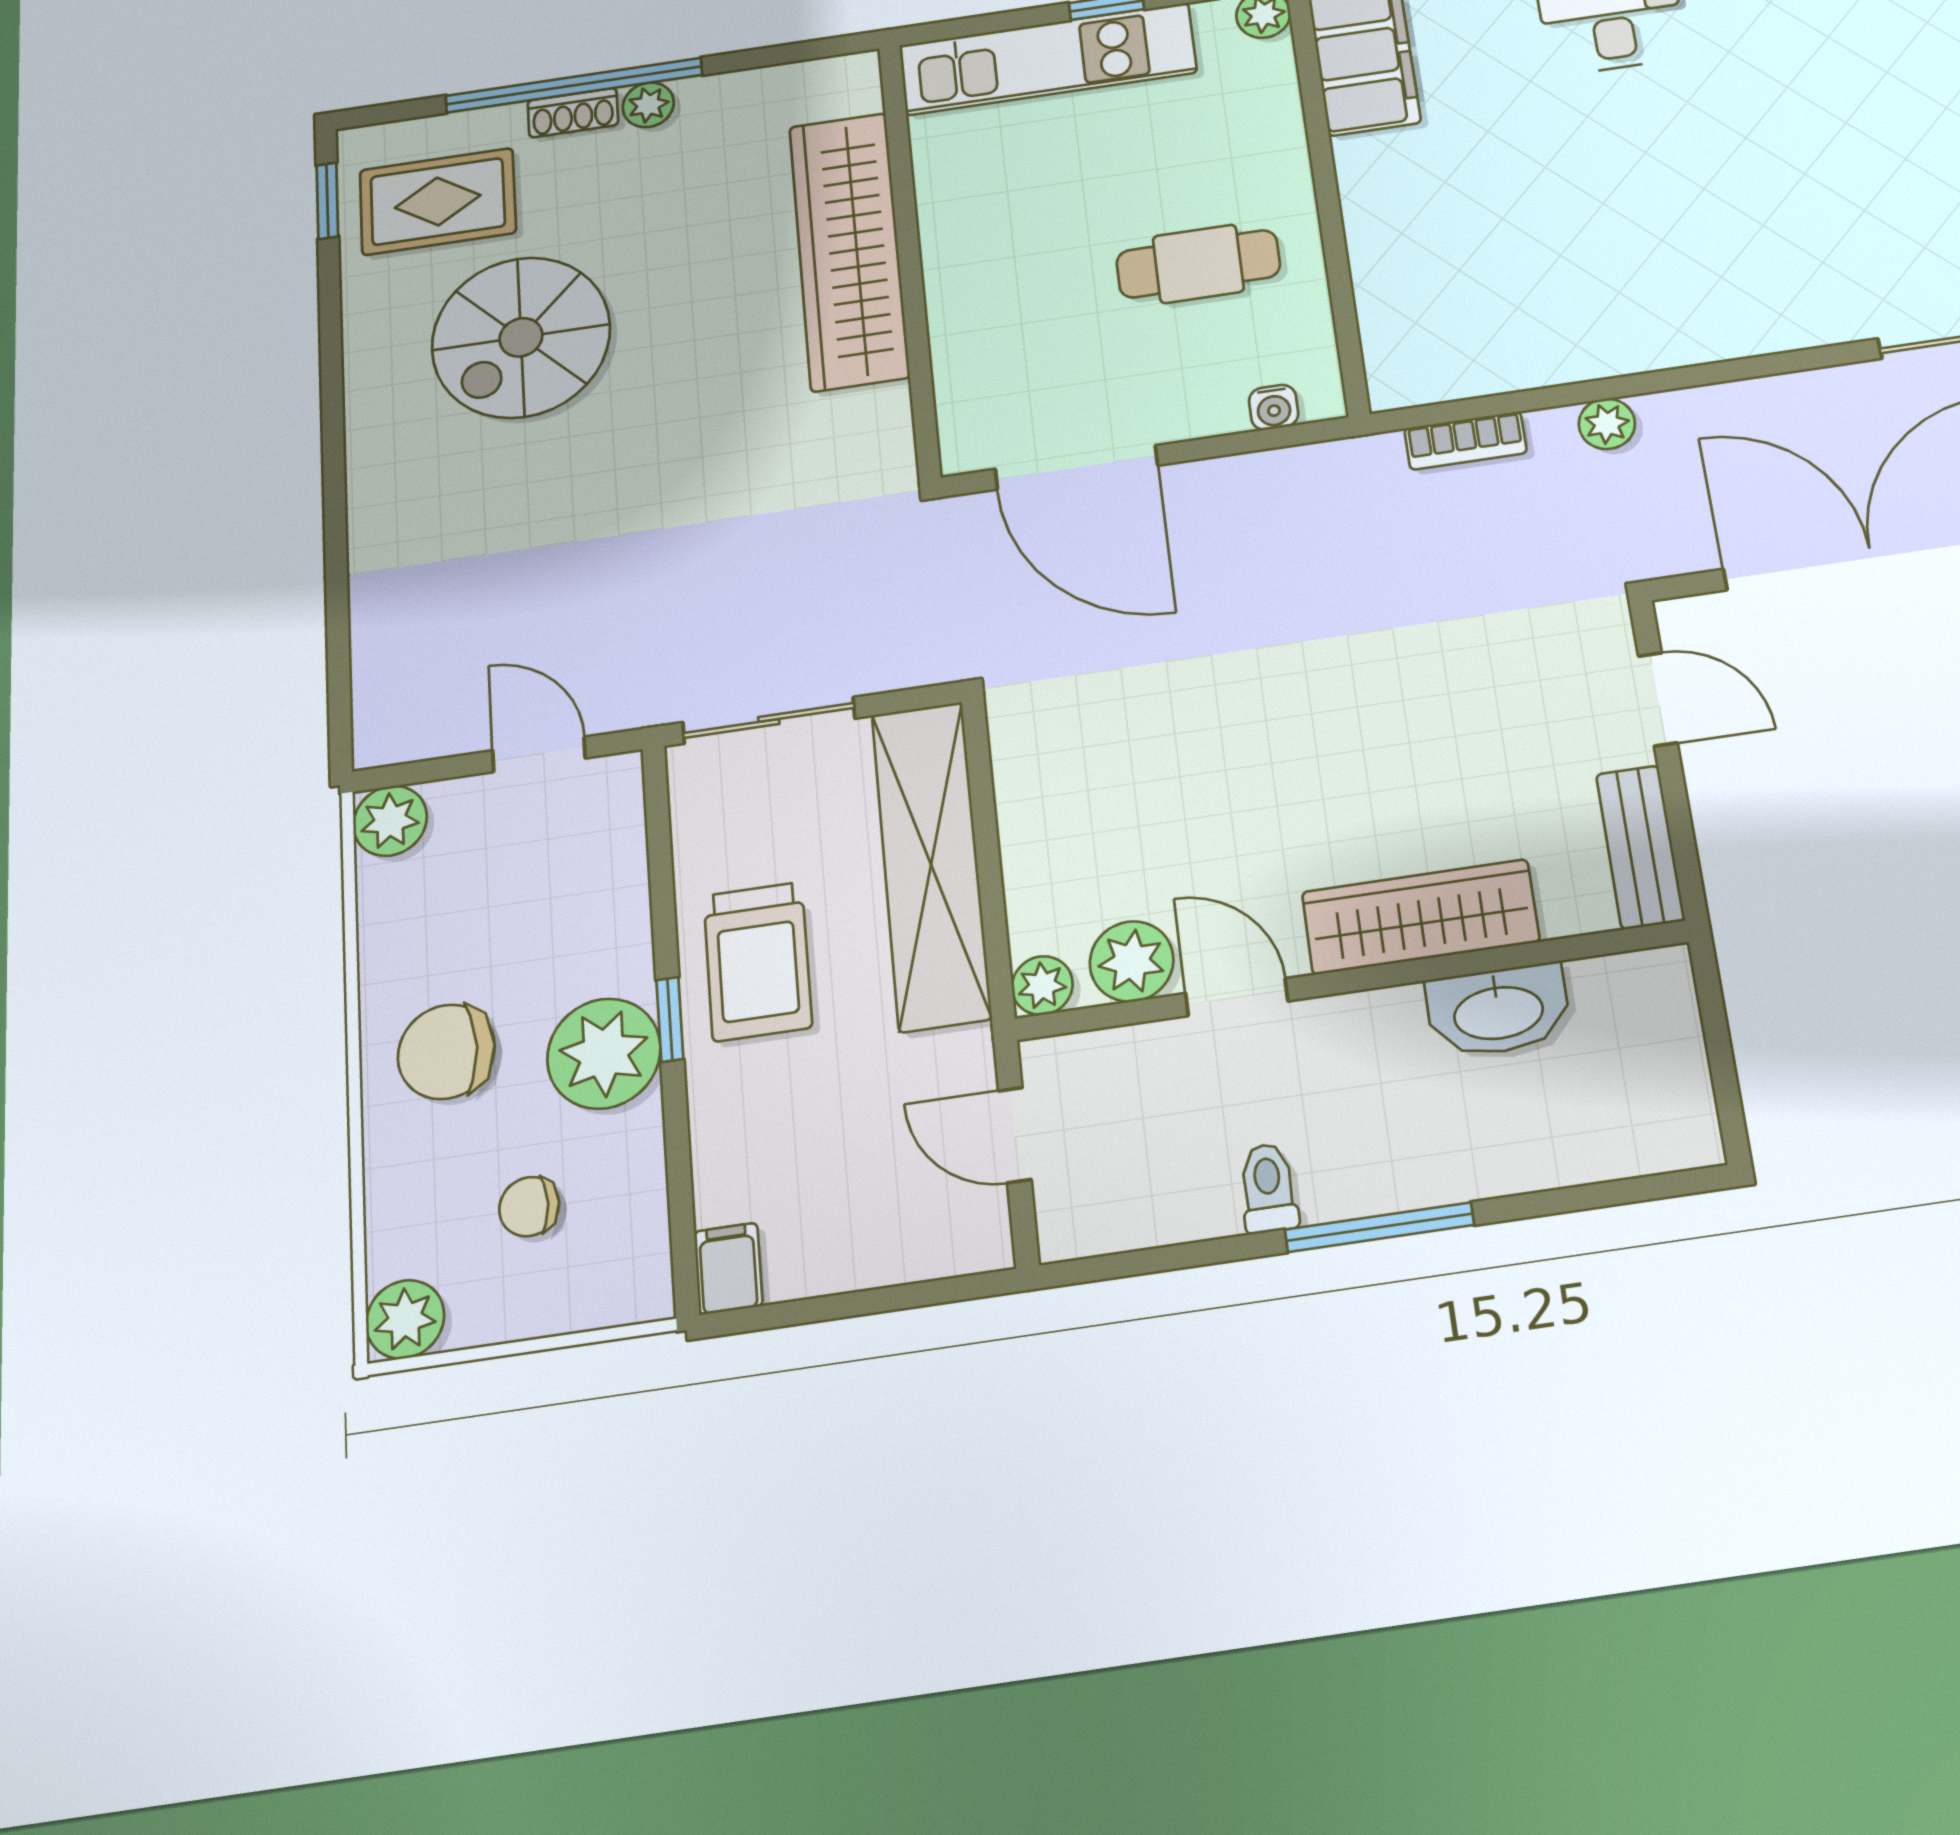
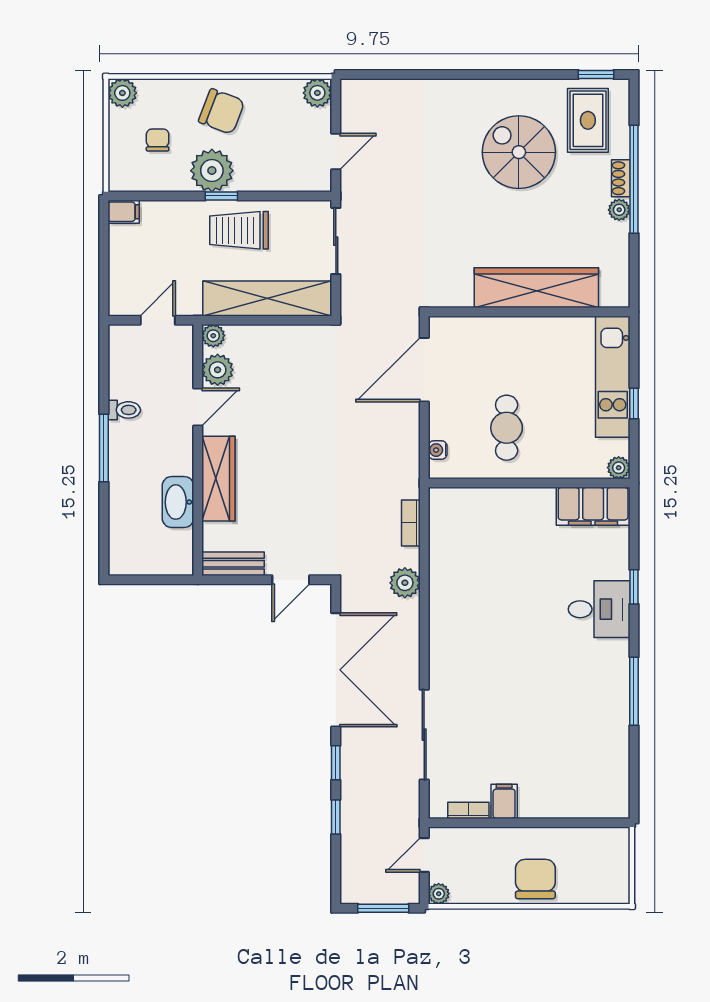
plant: (1607, 424) -> (405, 583), width x1.38, depth x1.38
chair: (446, 1052) -> (222, 111), turned 111

